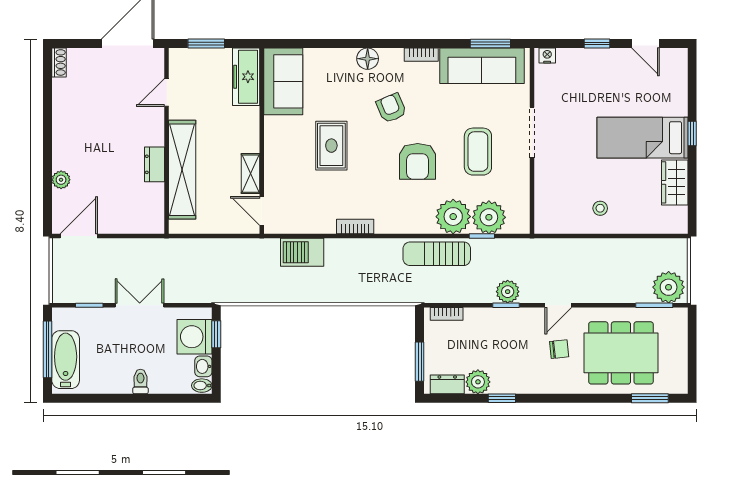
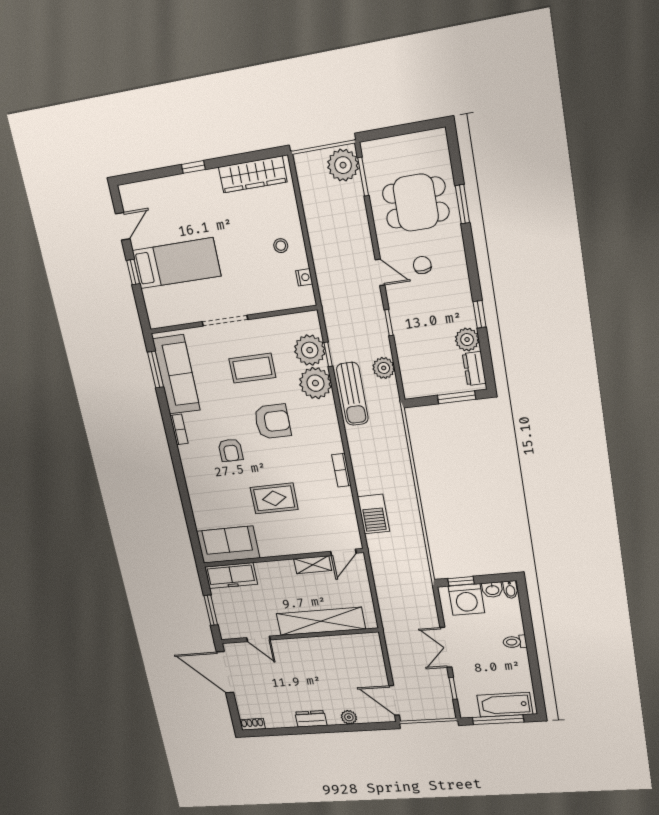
nightstand: (547, 56) -> (304, 277), moved, turned 180
floor lamp: (368, 59) -> (193, 475), removed
armchair: (391, 108) -> (231, 450), turned -67
bed: (642, 138) -> (176, 263), moved, turned -90
dresser: (154, 164) -> (311, 719), moved, turned 180
wardrobe: (675, 182) -> (253, 174), width x1.50
plant: (508, 292) -> (384, 368), moved
bookcase: (447, 314) -> (407, 378), removed
dining table: (621, 353) -> (416, 203), width x0.73
window: (650, 398) -> (462, 204), moved

